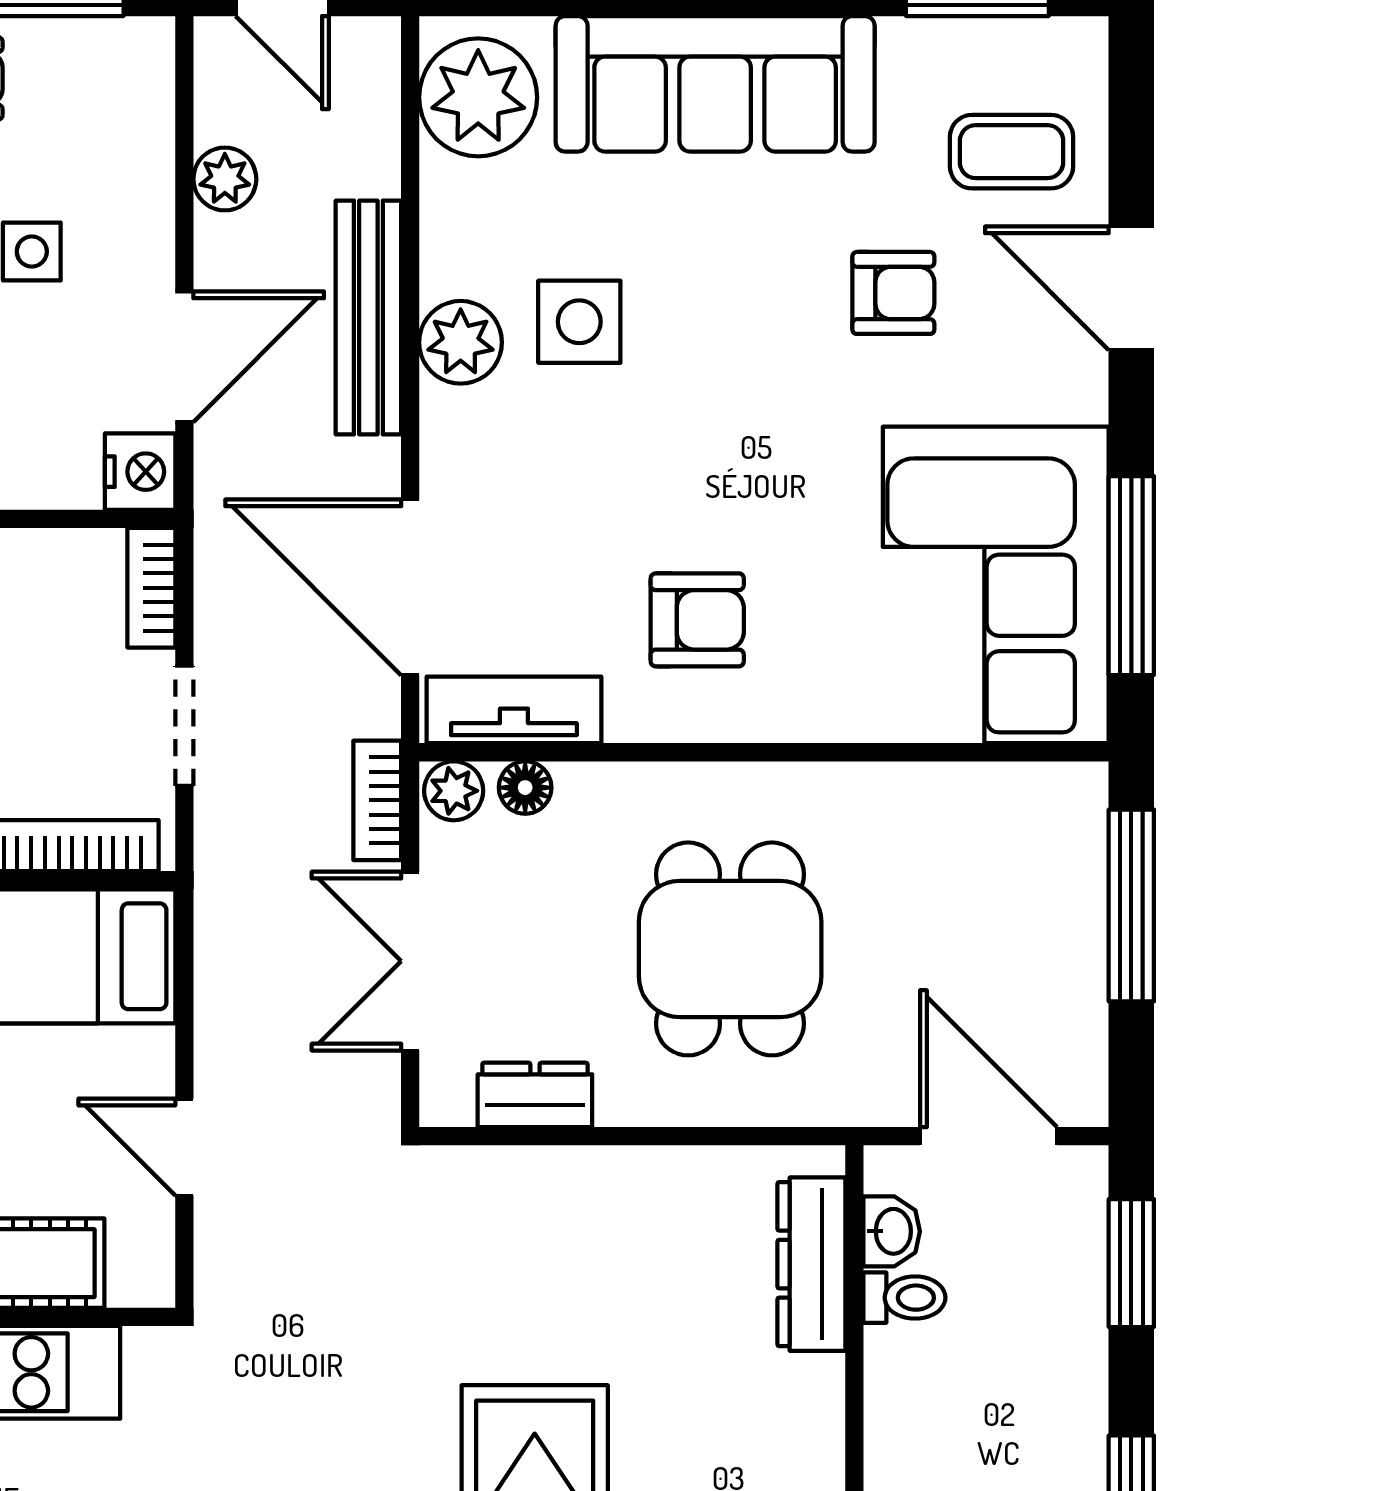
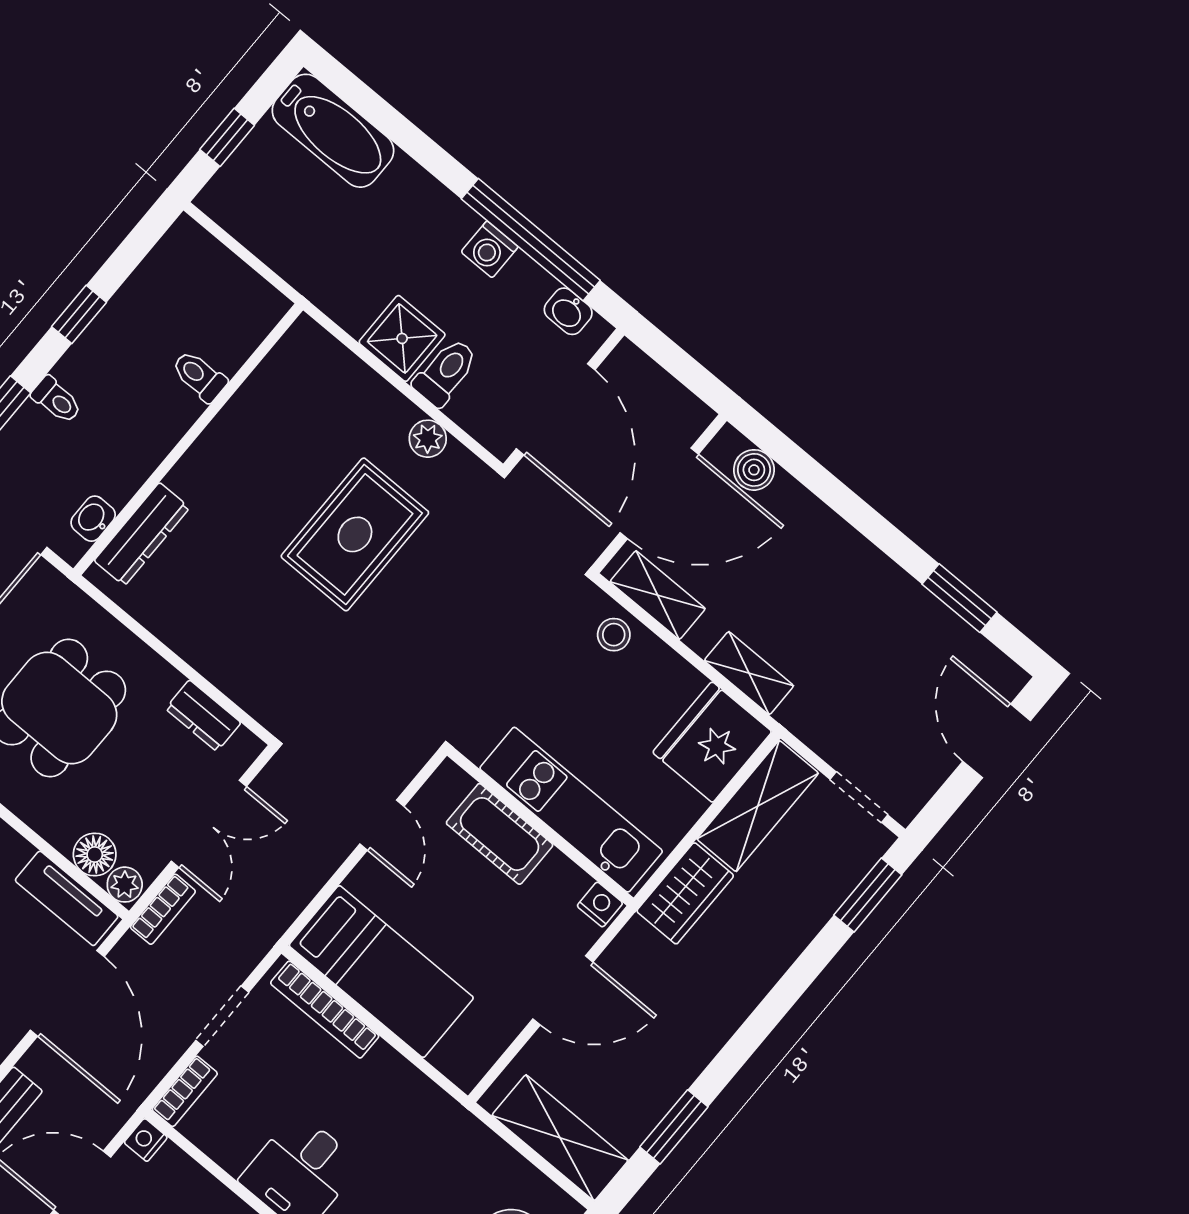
nightstand: (140, 472) -> (146, 1140), width x0.72, depth x0.74
floor lamp: (525, 788) -> (95, 854), width x1.37, depth x1.37
toilet: (904, 1298) -> (57, 400), moved, turned 180

